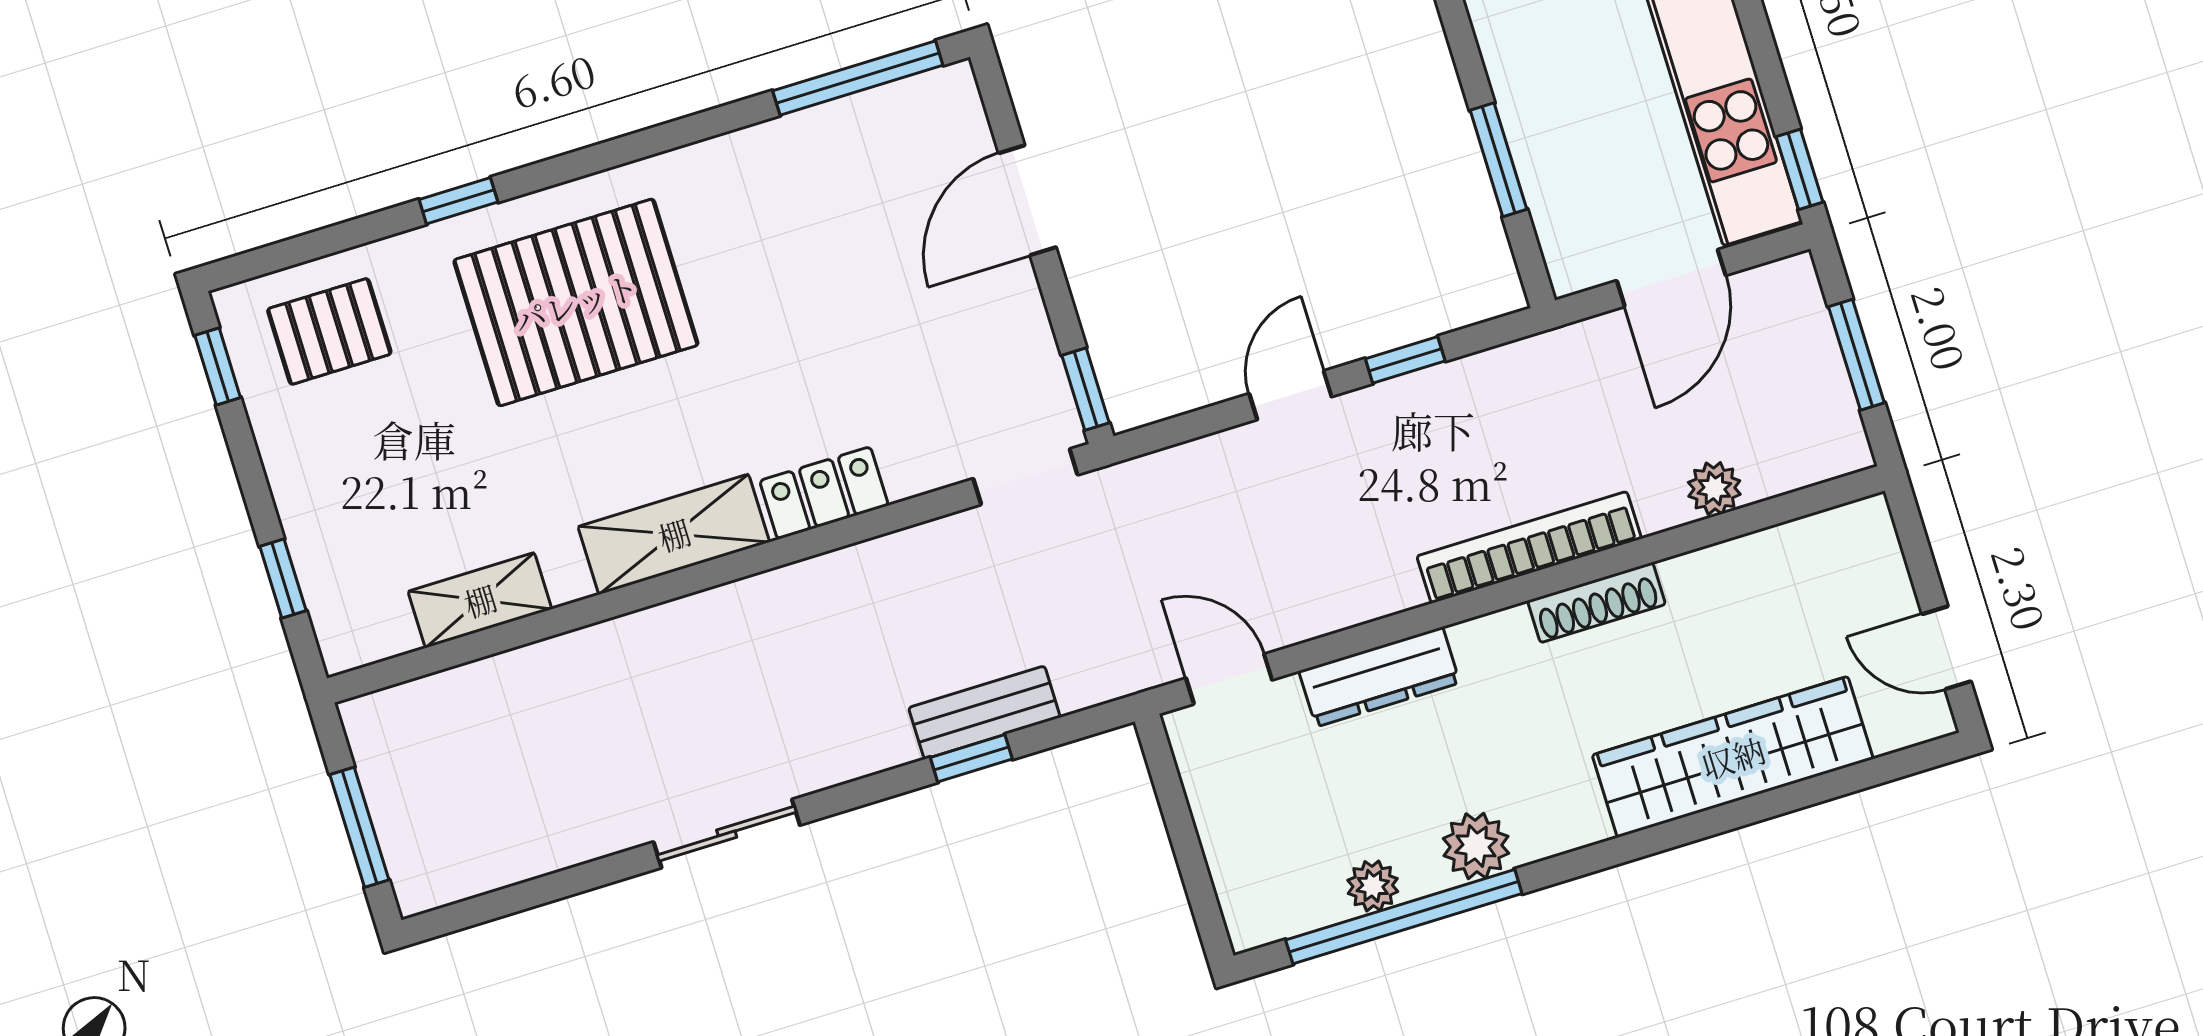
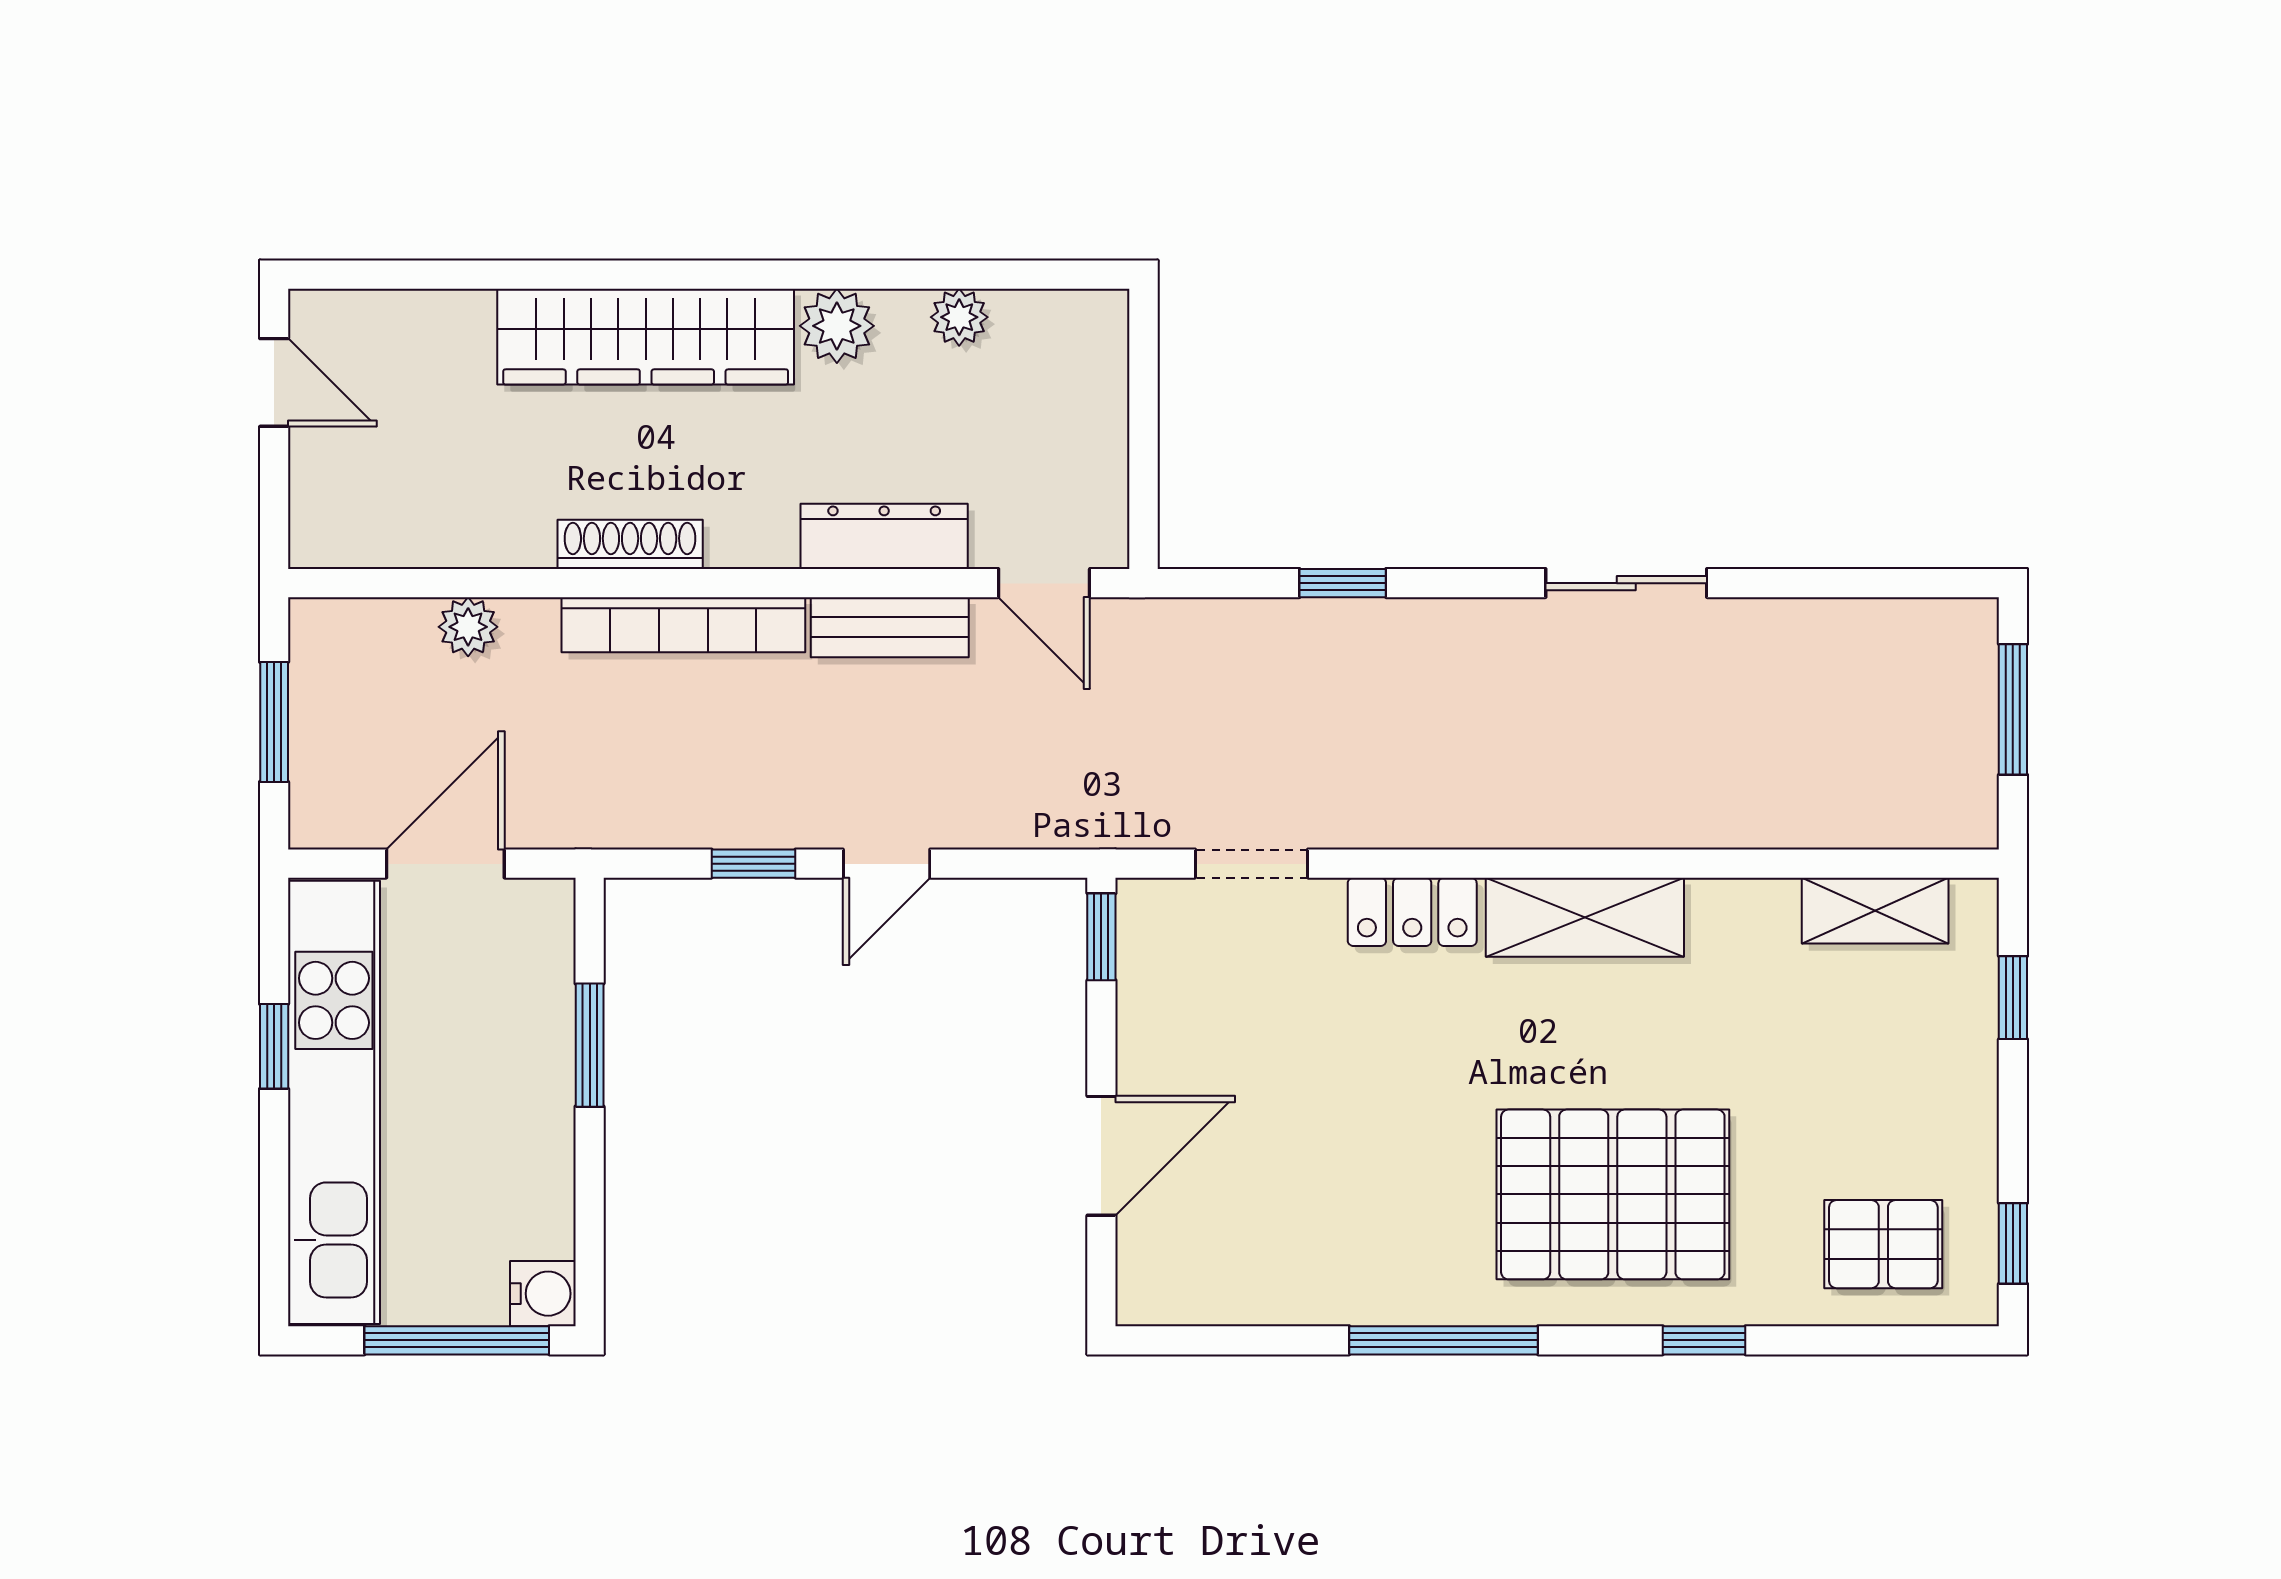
window: (858, 78) -> (1444, 1340), moved
window: (1799, 169) -> (274, 1046), moved
doorway: (1025, 477) -> (1252, 864), moved
shelving: (480, 600) -> (1875, 911), moved
bench: (984, 713) -> (890, 627), moved
wardrobe: (1733, 757) -> (646, 337), moved
window: (1404, 917) -> (936, 275), removed

